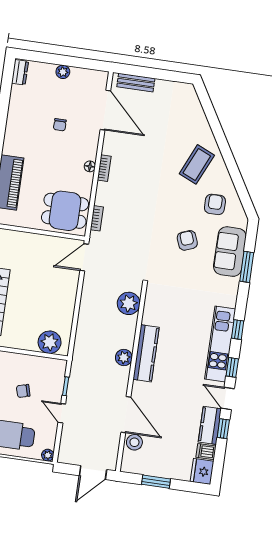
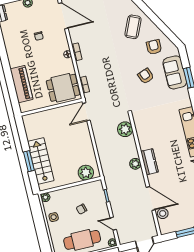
kitchen counter: (146, 353) -> (149, 162), width x0.67
door: (62, 413) -> (113, 224), moved

